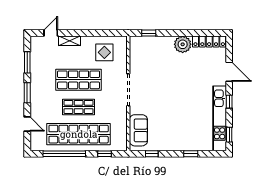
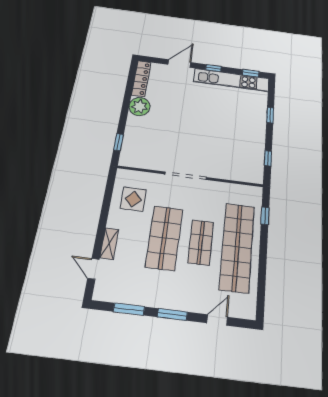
sofa: (138, 130) -> (238, 170), removed
window: (64, 154) -> (262, 270), removed

